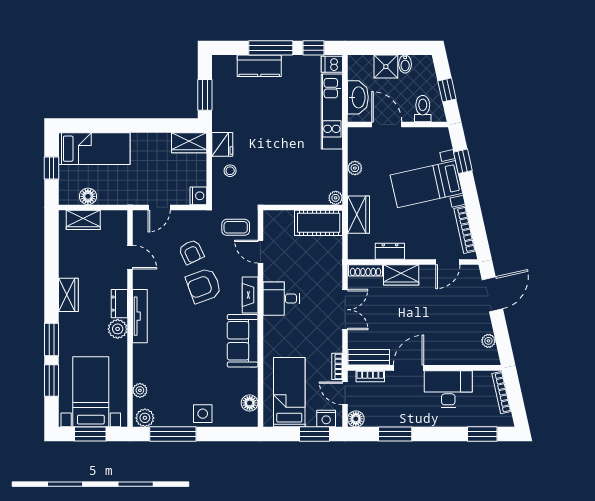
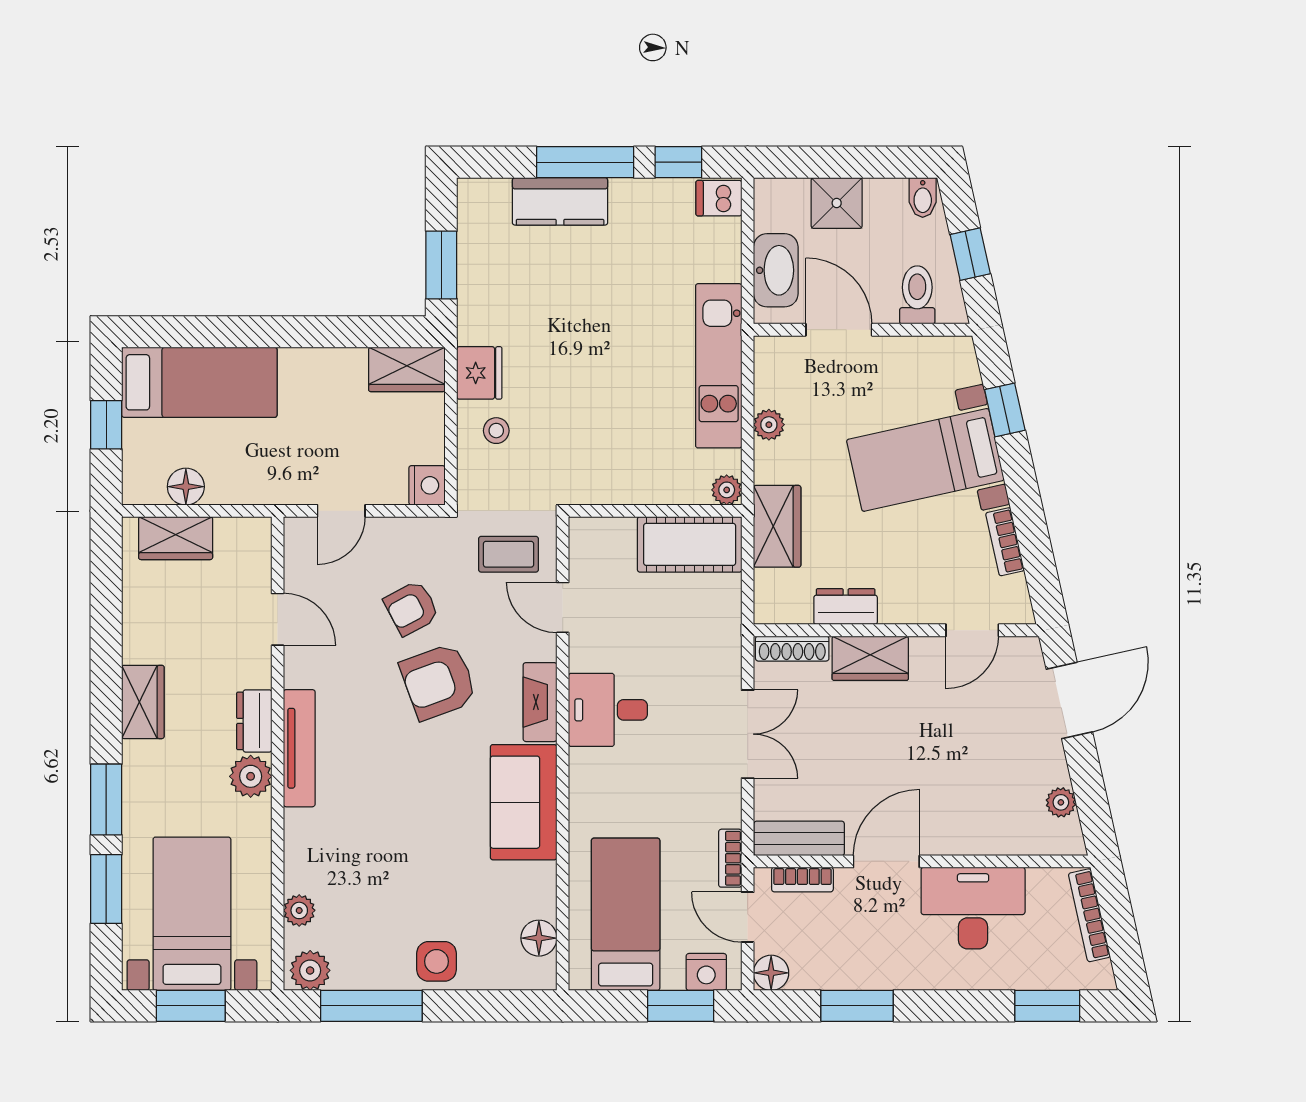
bidet: (405, 64) -> (923, 197), moved
kitchen unit: (332, 112) -> (719, 366), moved
bookcase: (465, 230) -> (1005, 542), width x0.64
armchair: (191, 252) -> (412, 608), turned 88

